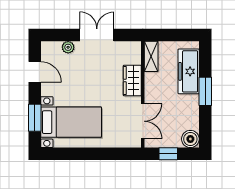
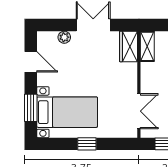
wardrobe: (132, 80) -> (128, 47), moved
window: (91, 154) -> (87, 144), added

